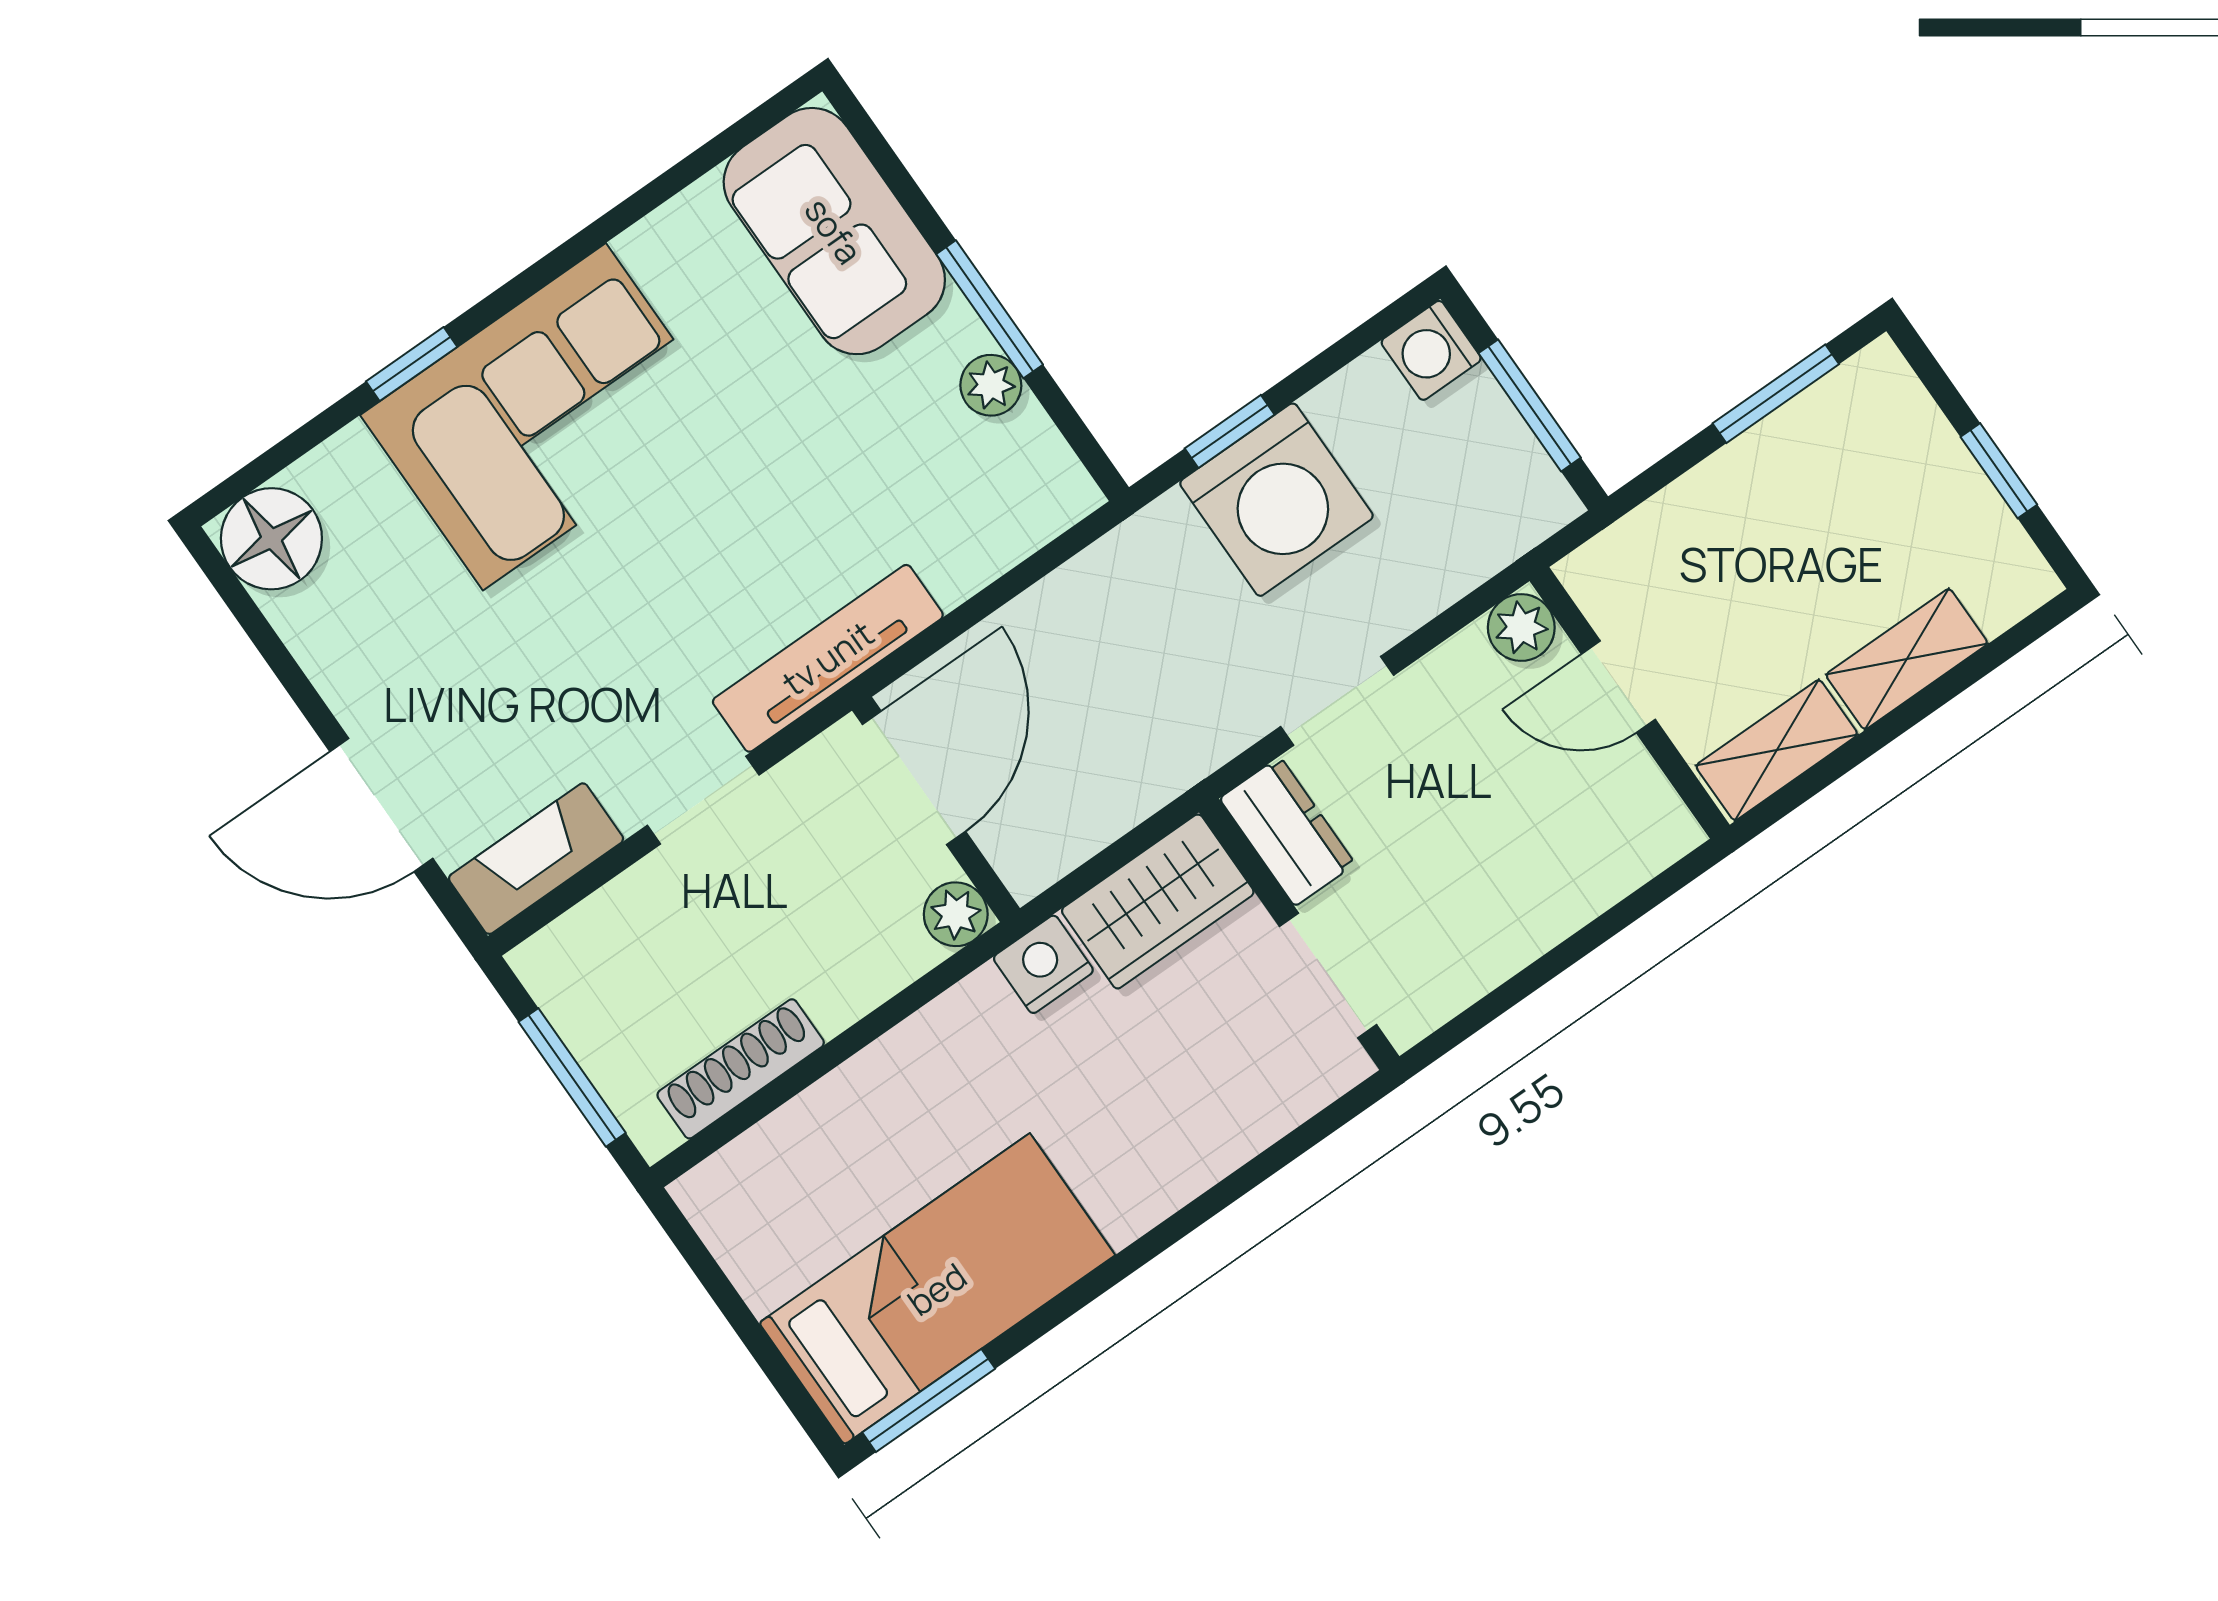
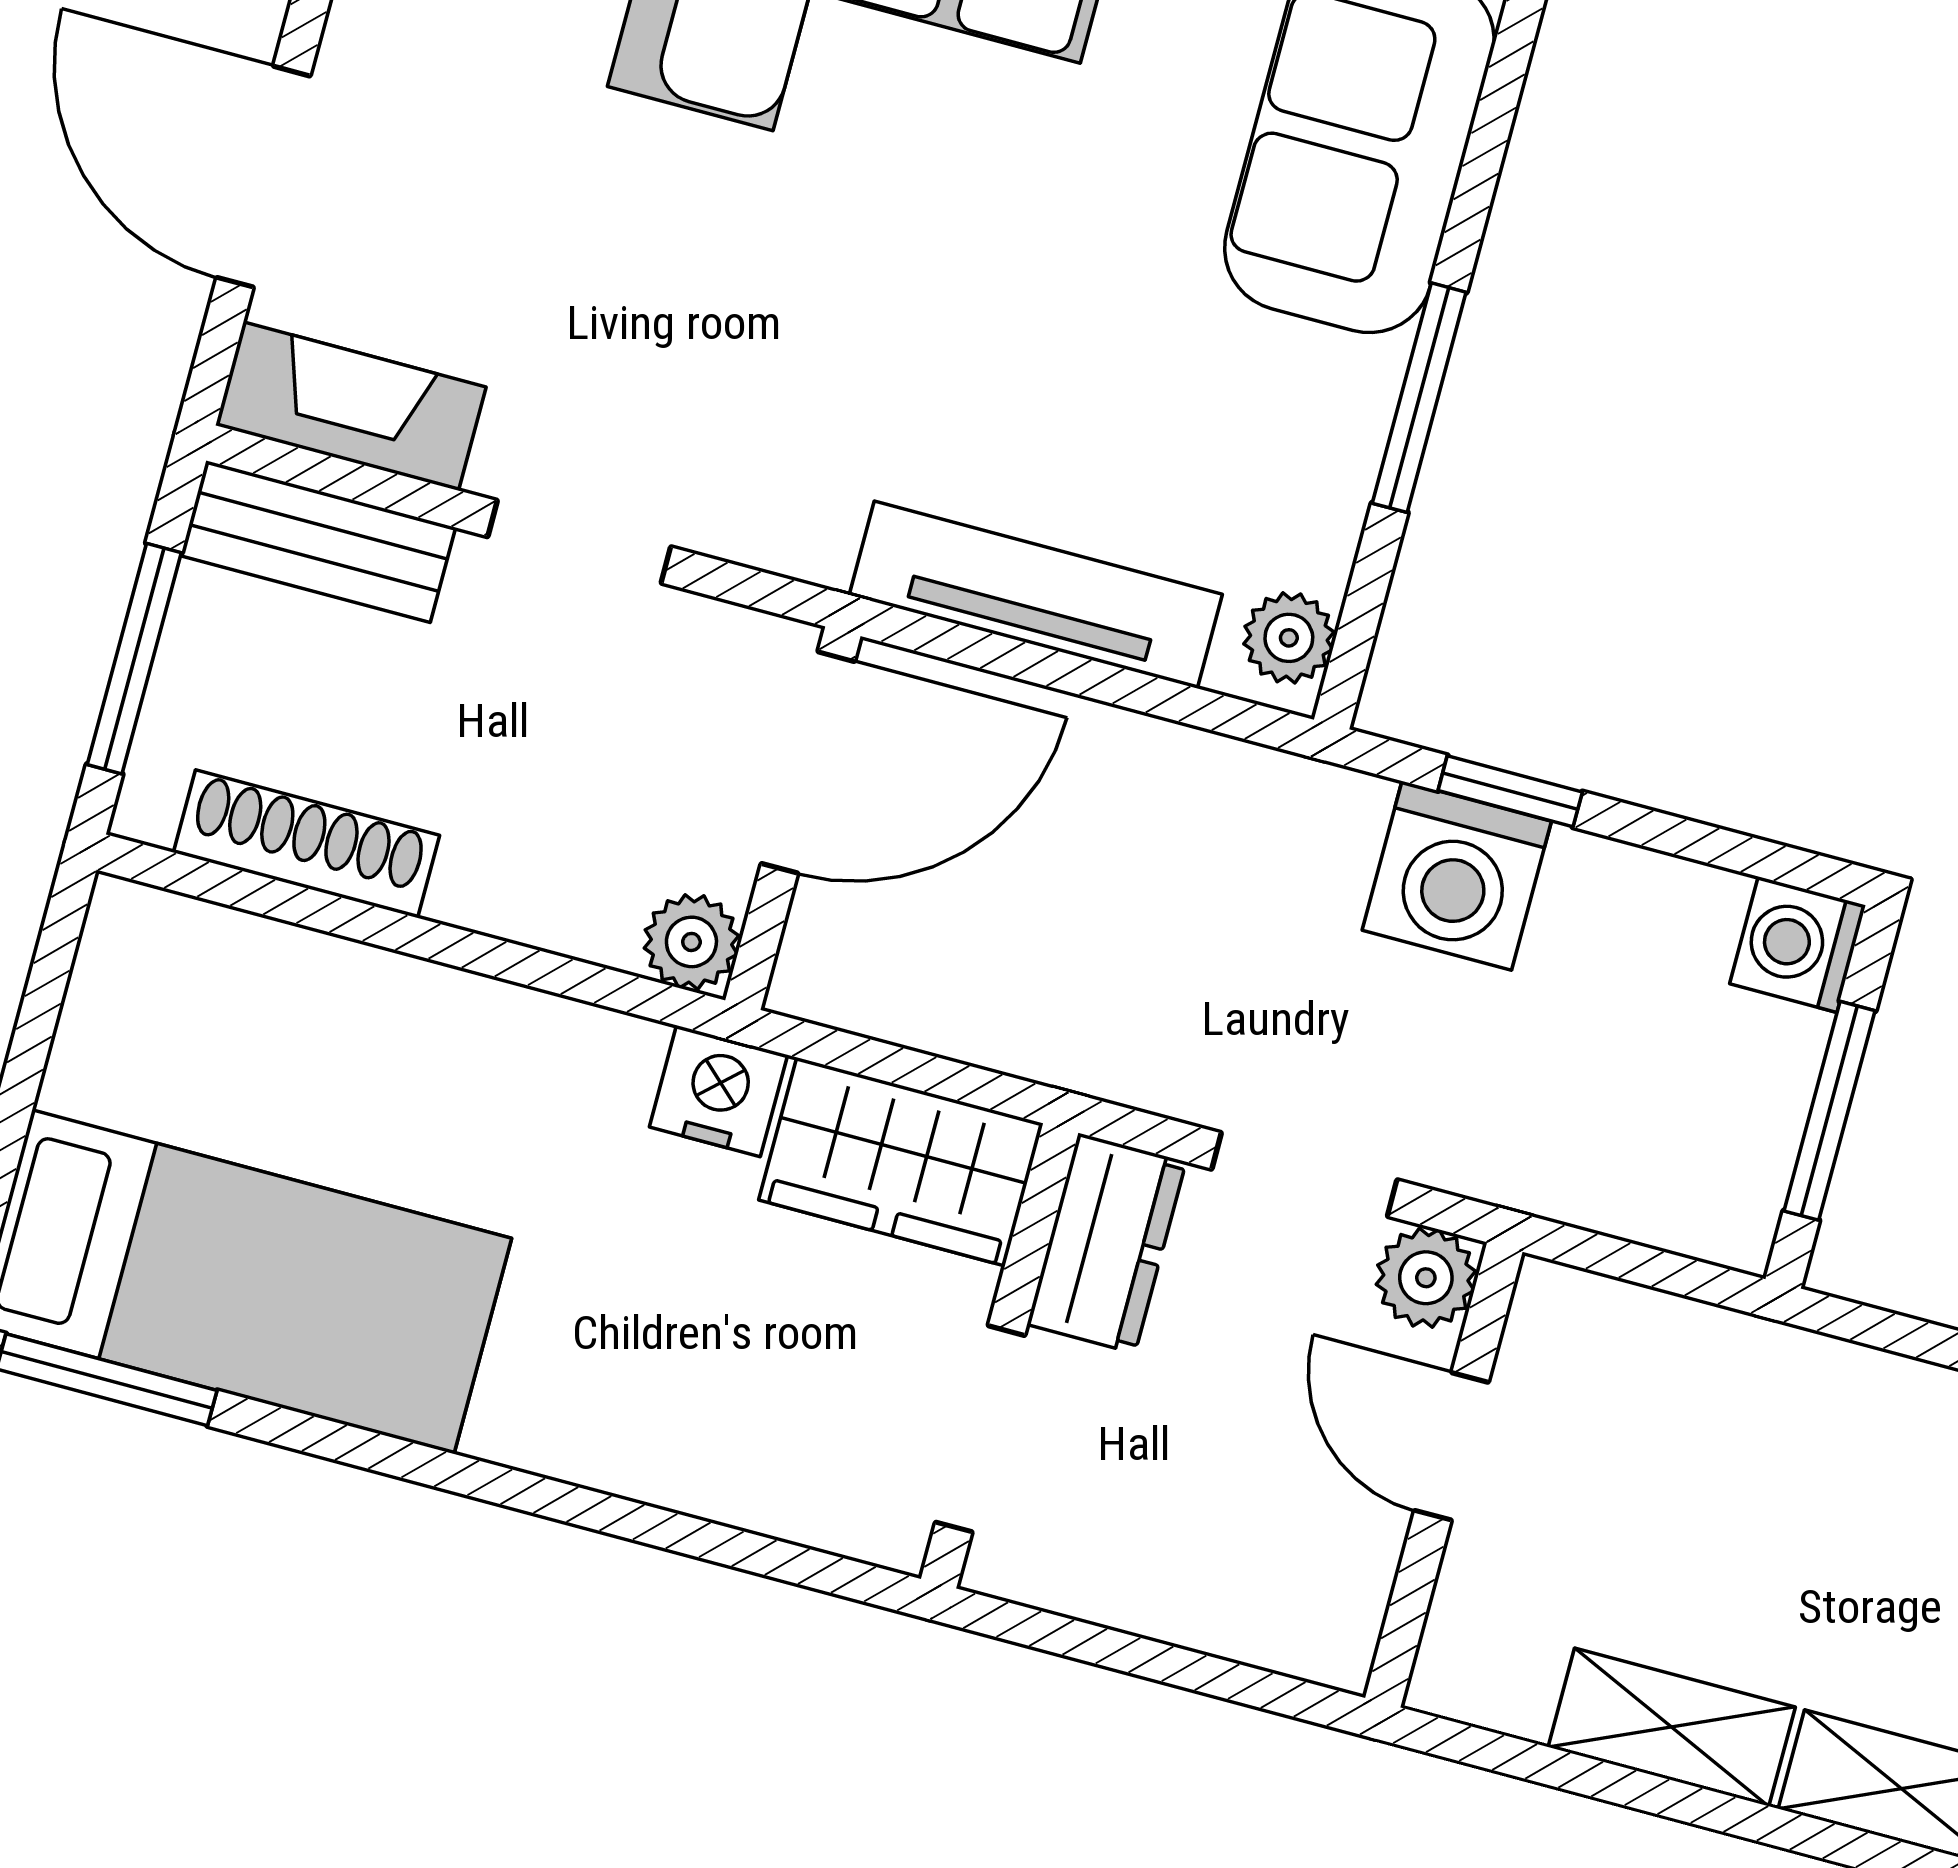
plant: (991, 385) -> (1289, 638), moved
washing machine: (1276, 500) -> (1457, 876), width x0.73, depth x0.73
plant: (1521, 628) -> (1426, 1278), moved
tv unit: (828, 658) -> (1036, 595), moved
door: (1618, 687) -> (1451, 1446), moved
wall: (1630, 703) -> (1444, 1475), moved
bench: (591, 933) -> (318, 542), added

